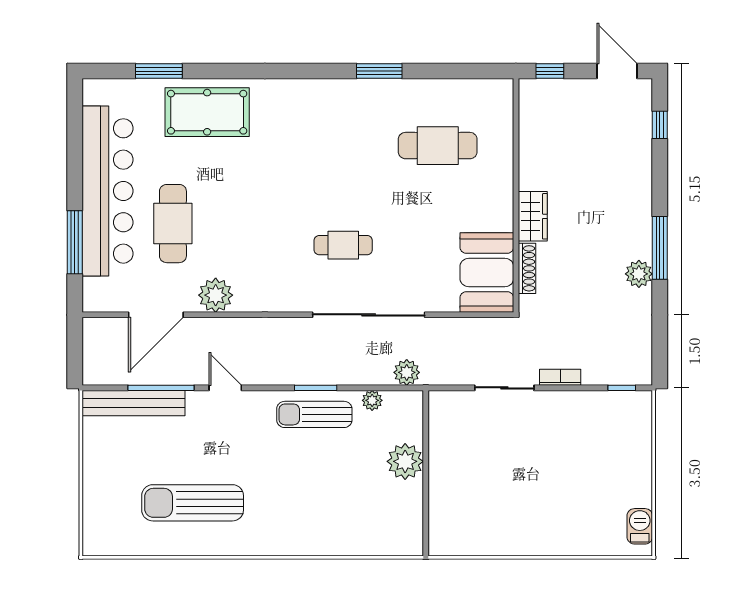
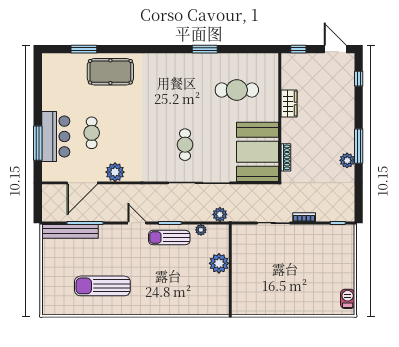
bar counter: (107, 191) -> (56, 137), width x0.54
wardrobe: (533, 216) -> (289, 104), moved
cafe table: (173, 224) -> (92, 133), width x0.73, depth x0.74
cafe table: (343, 245) -> (185, 145), turned 90
booth: (487, 273) -> (258, 152), width x1.36, depth x1.42
door: (225, 388) -> (137, 223), moved

